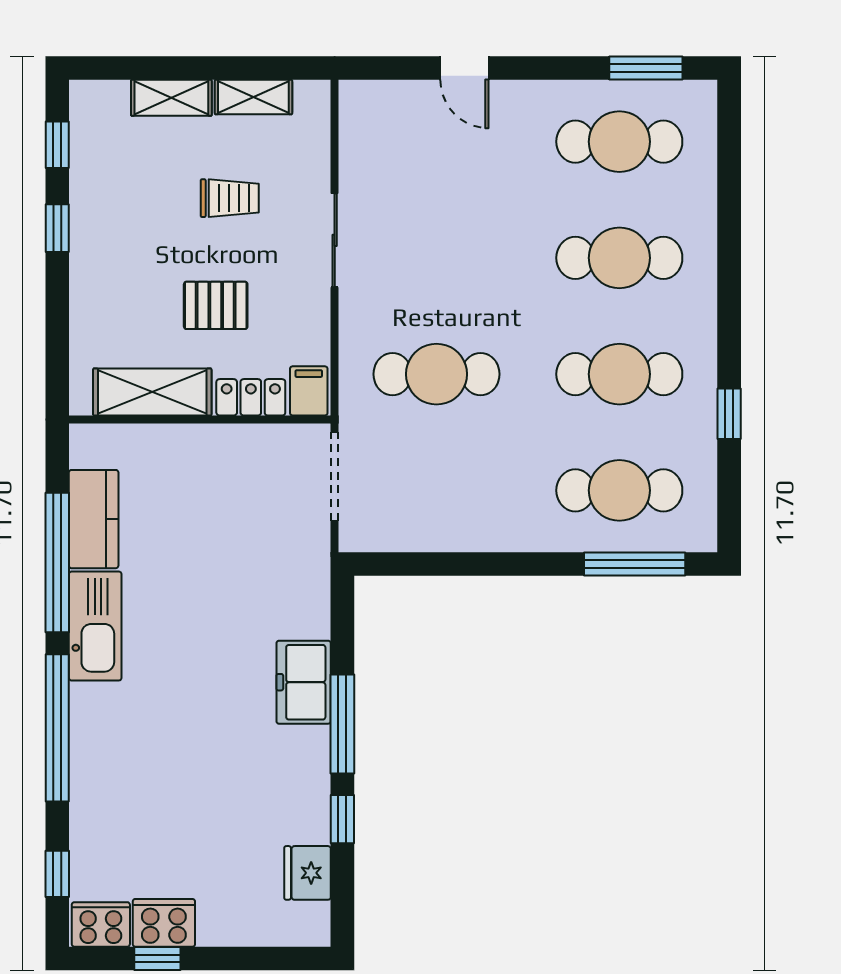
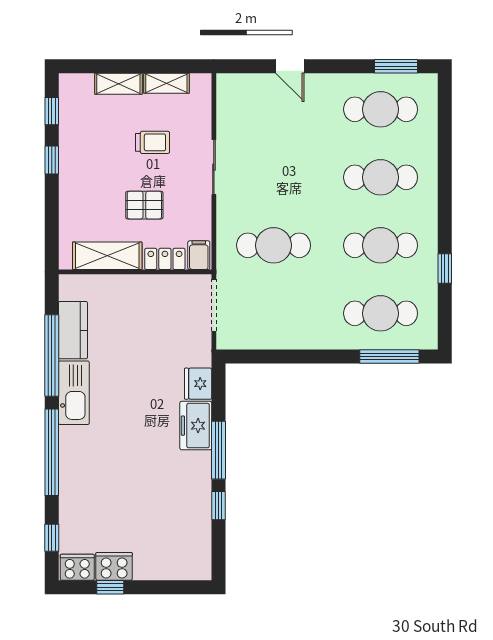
fridge: (308, 873) -> (198, 384), moved

